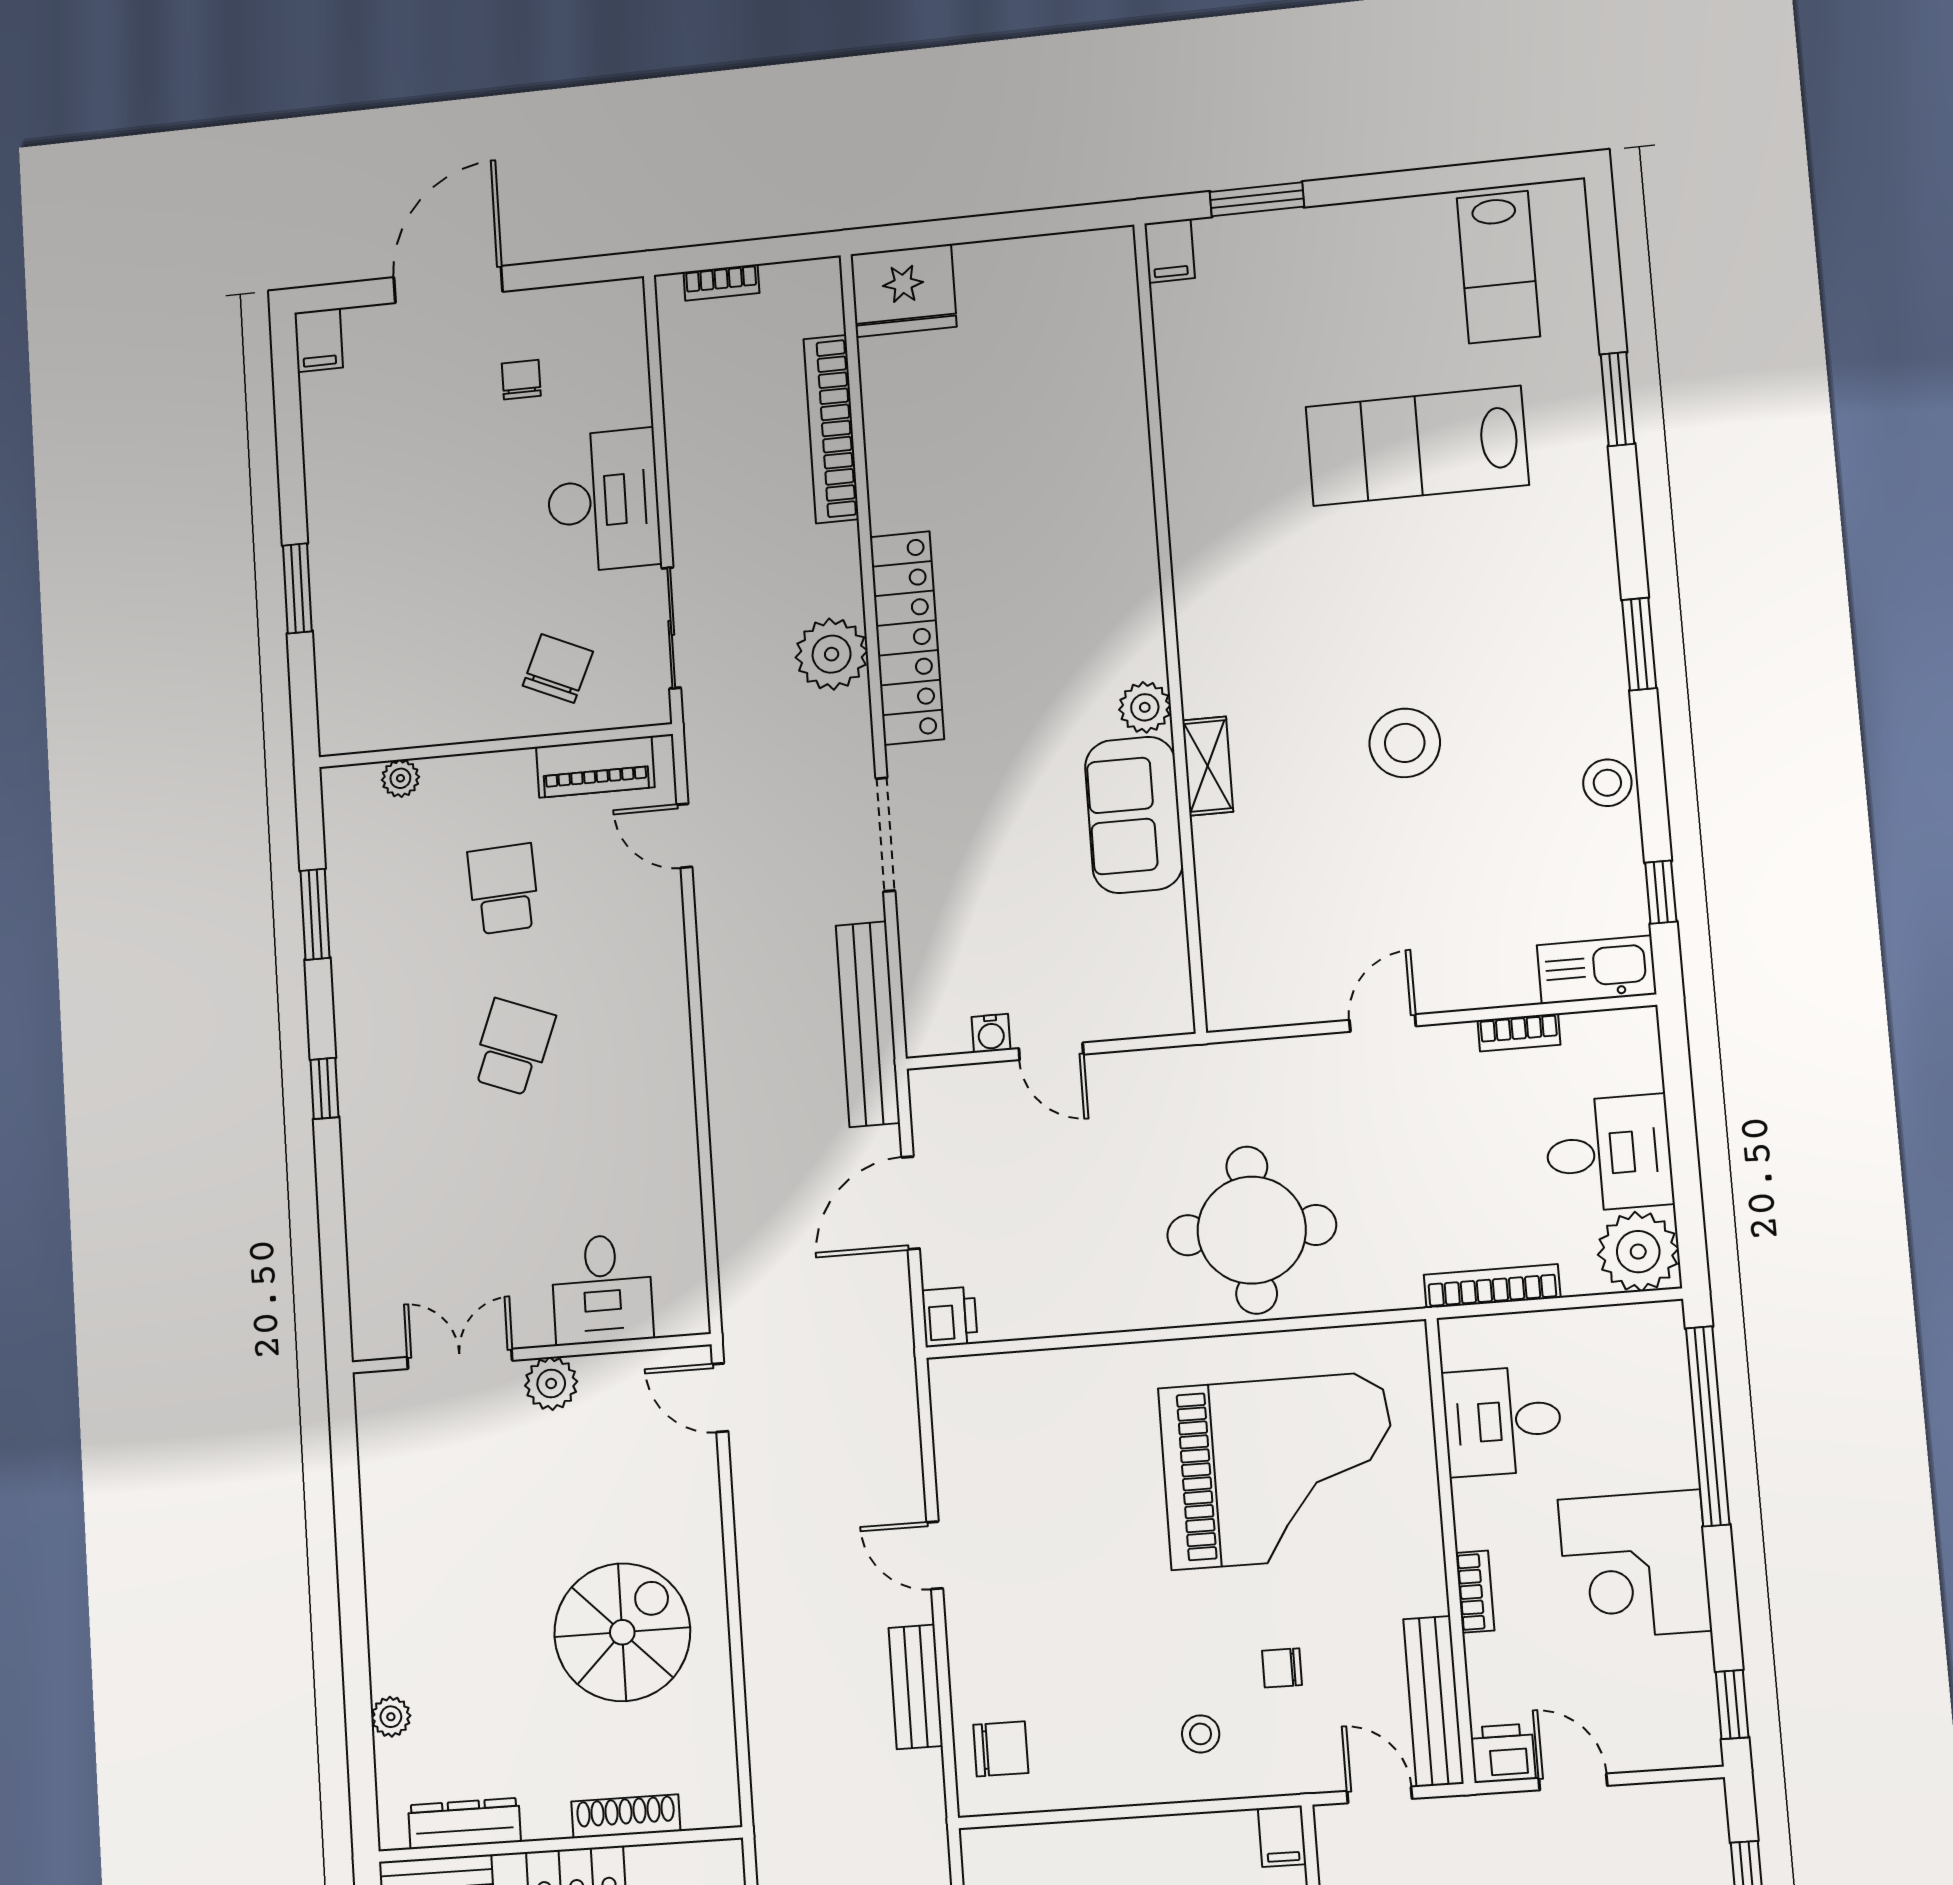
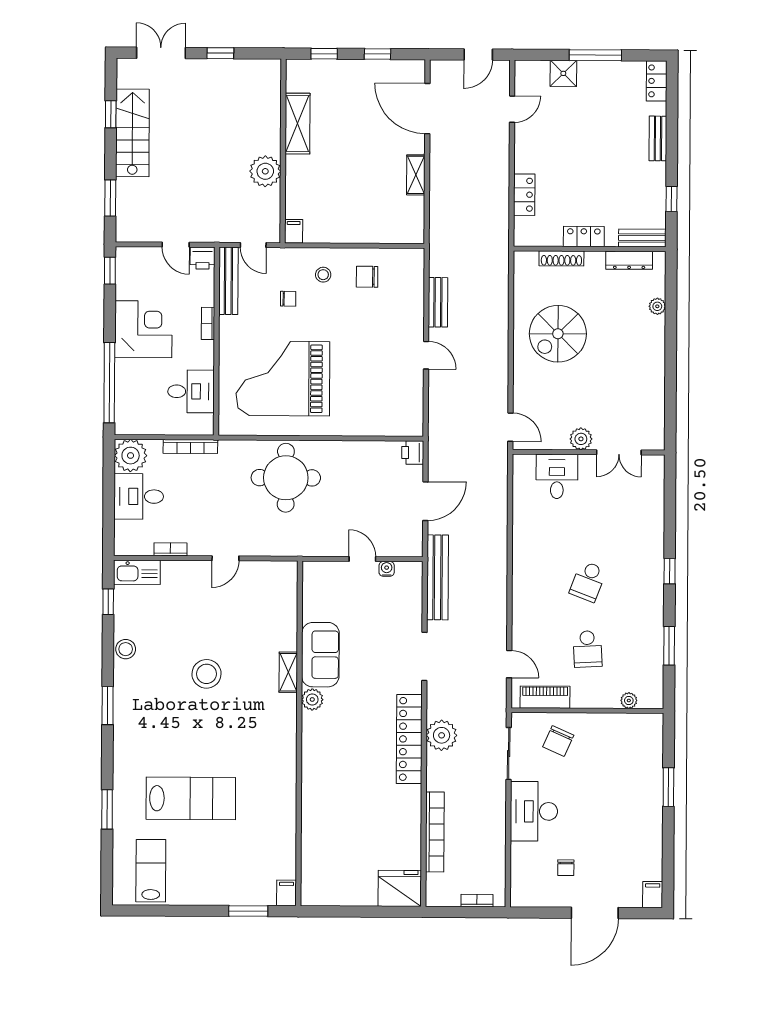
chair: (1001, 1749) -> (367, 277), moved

